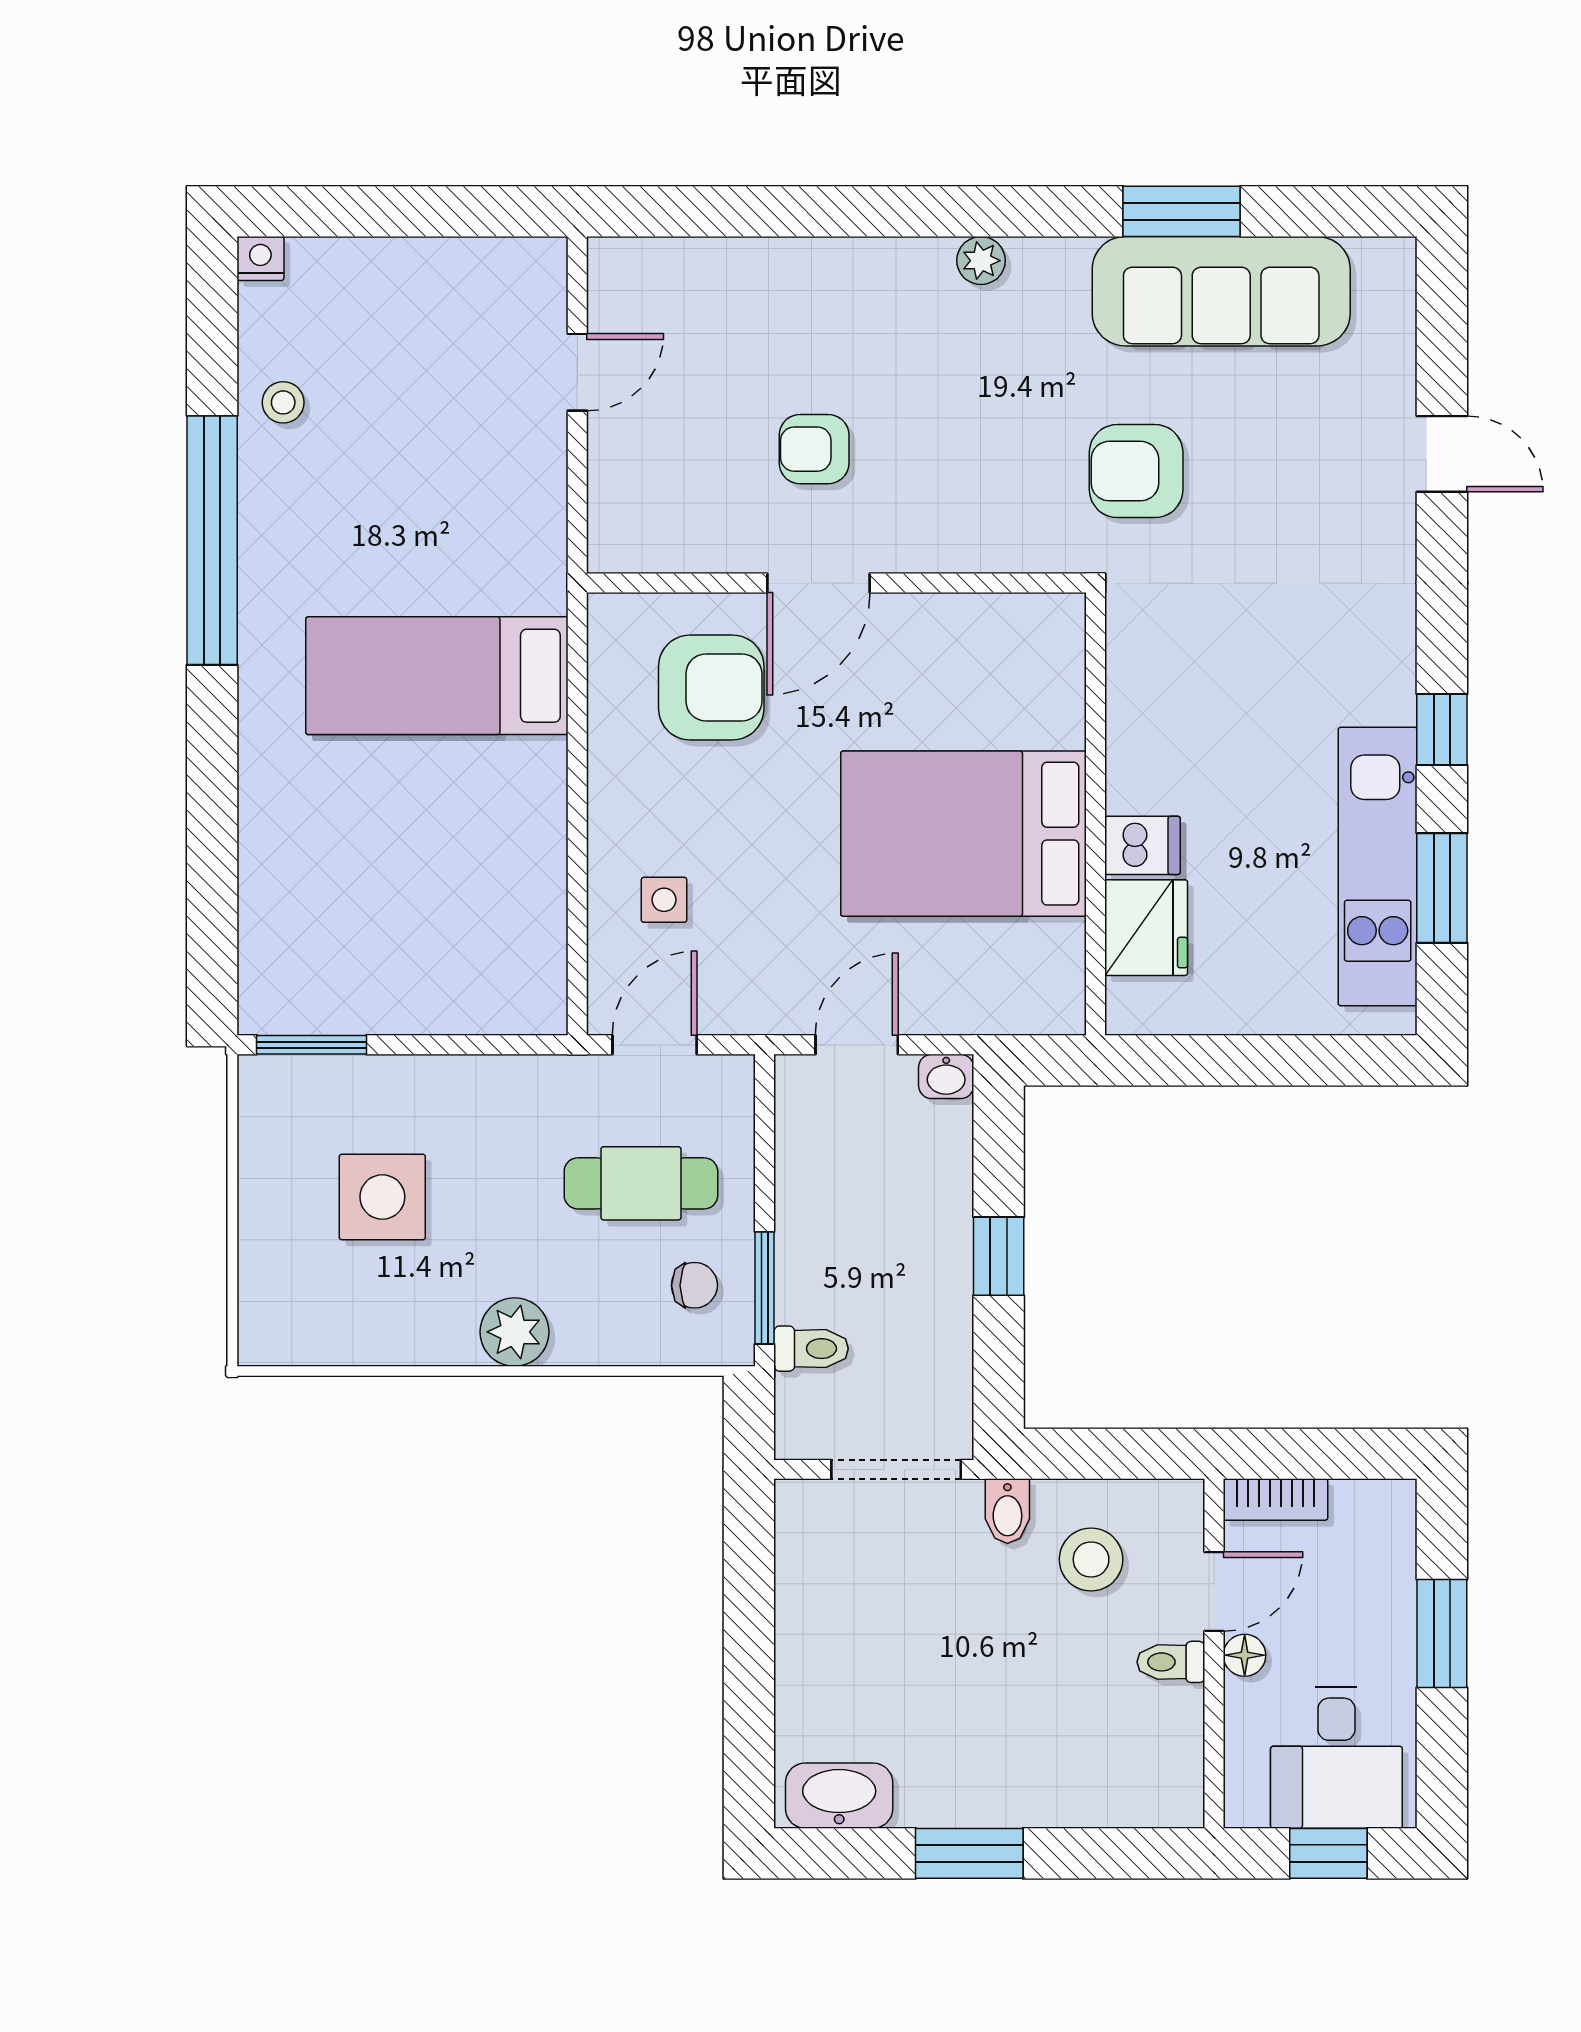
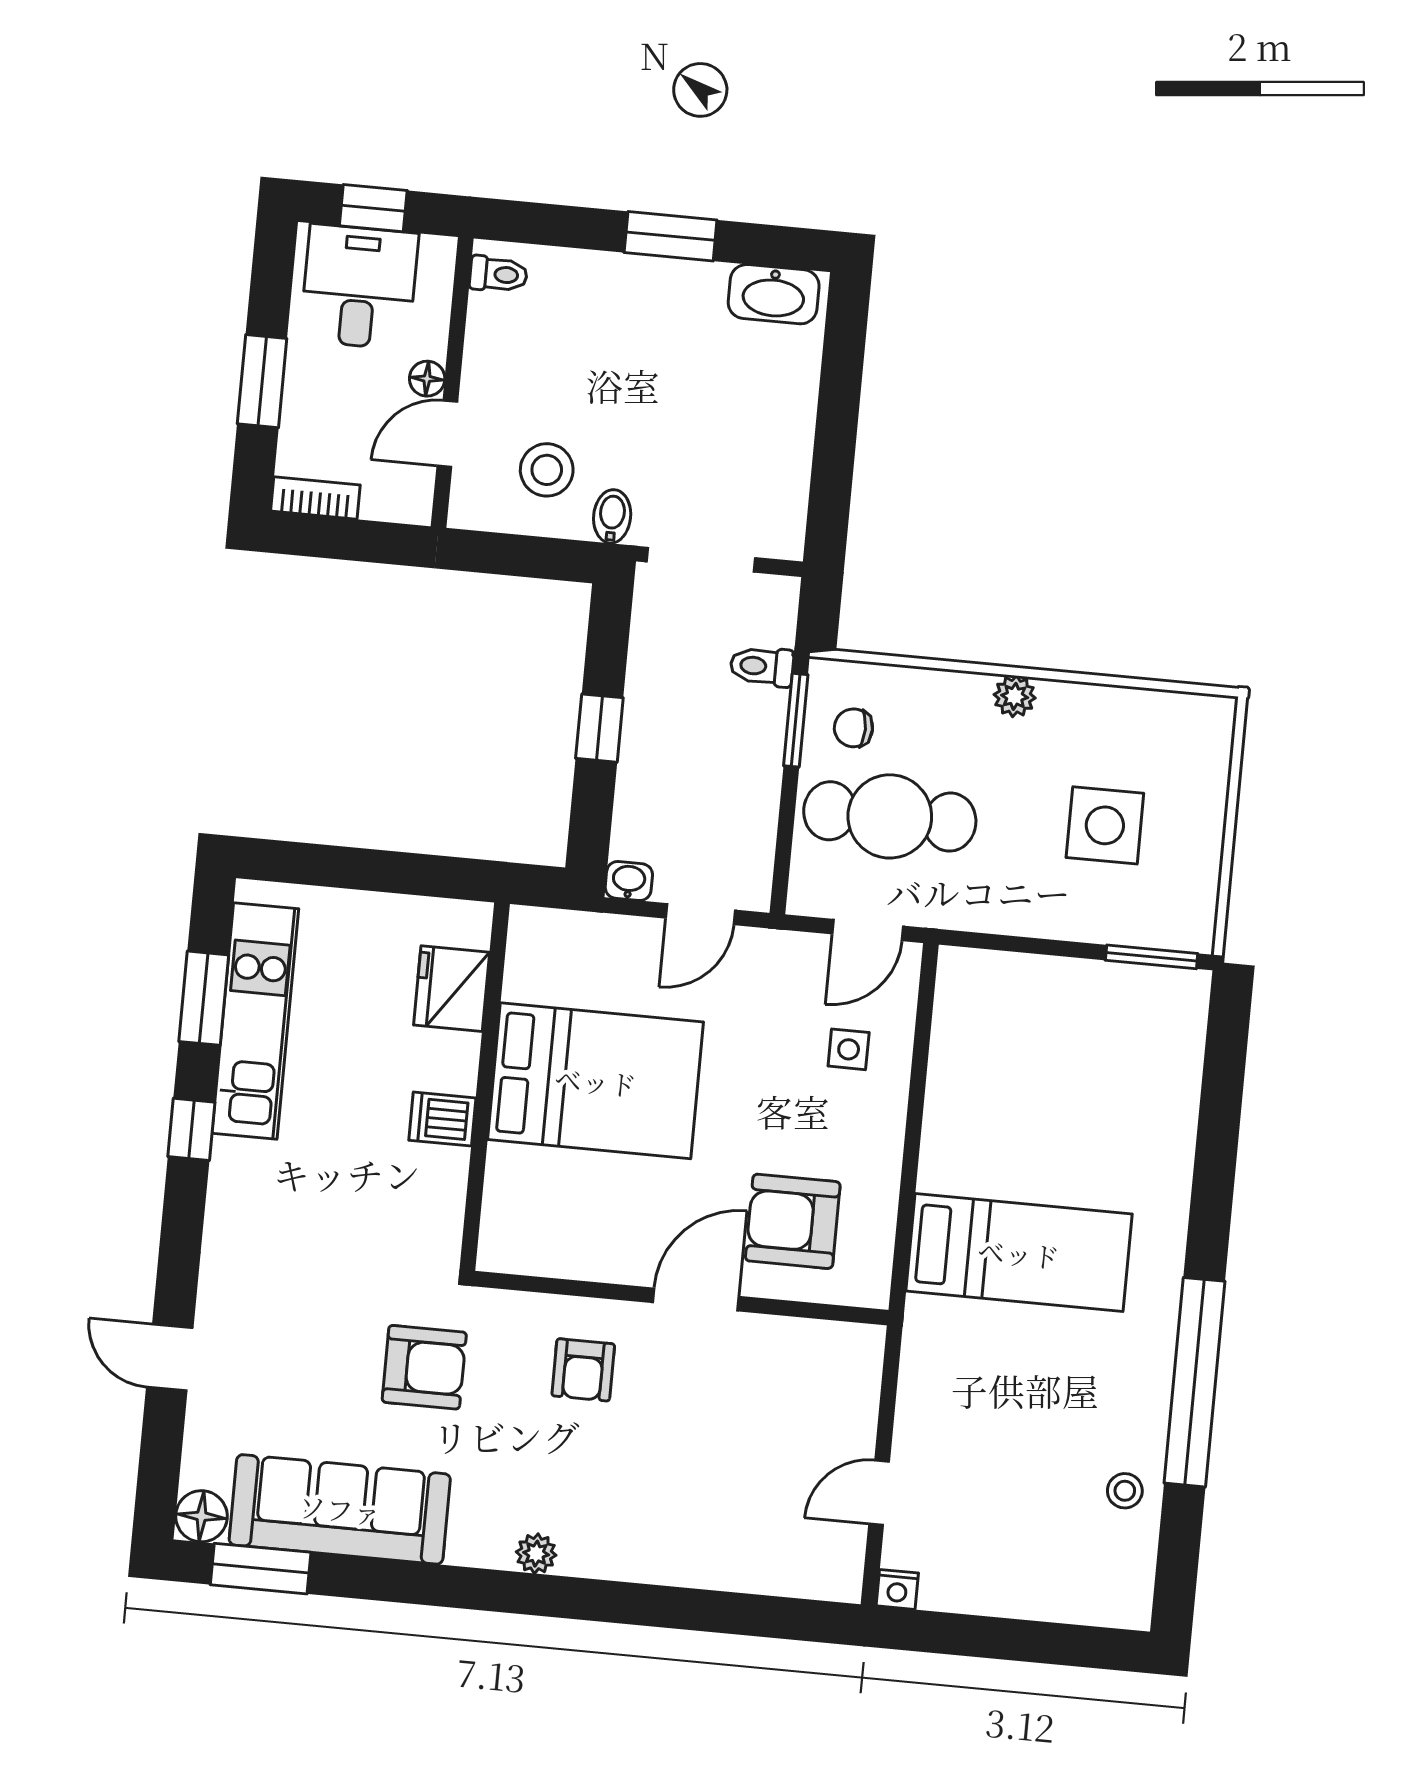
window: (1181, 211) -> (261, 1569), moved
nightstand: (260, 258) -> (897, 1589), moved
floor lamp: (1386, 267) -> (201, 1516), added
armchair: (814, 449) -> (583, 1370), moved, turned 90
dishwasher: (1142, 845) -> (442, 1119), moved
cafe table: (641, 1183) -> (890, 816), width x1.37, depth x1.35
plant: (514, 1332) -> (1015, 696), width x0.73, depth x0.73
bookcase: (1275, 1500) -> (315, 498), moved
toilet: (1171, 1662) -> (498, 274), moved

